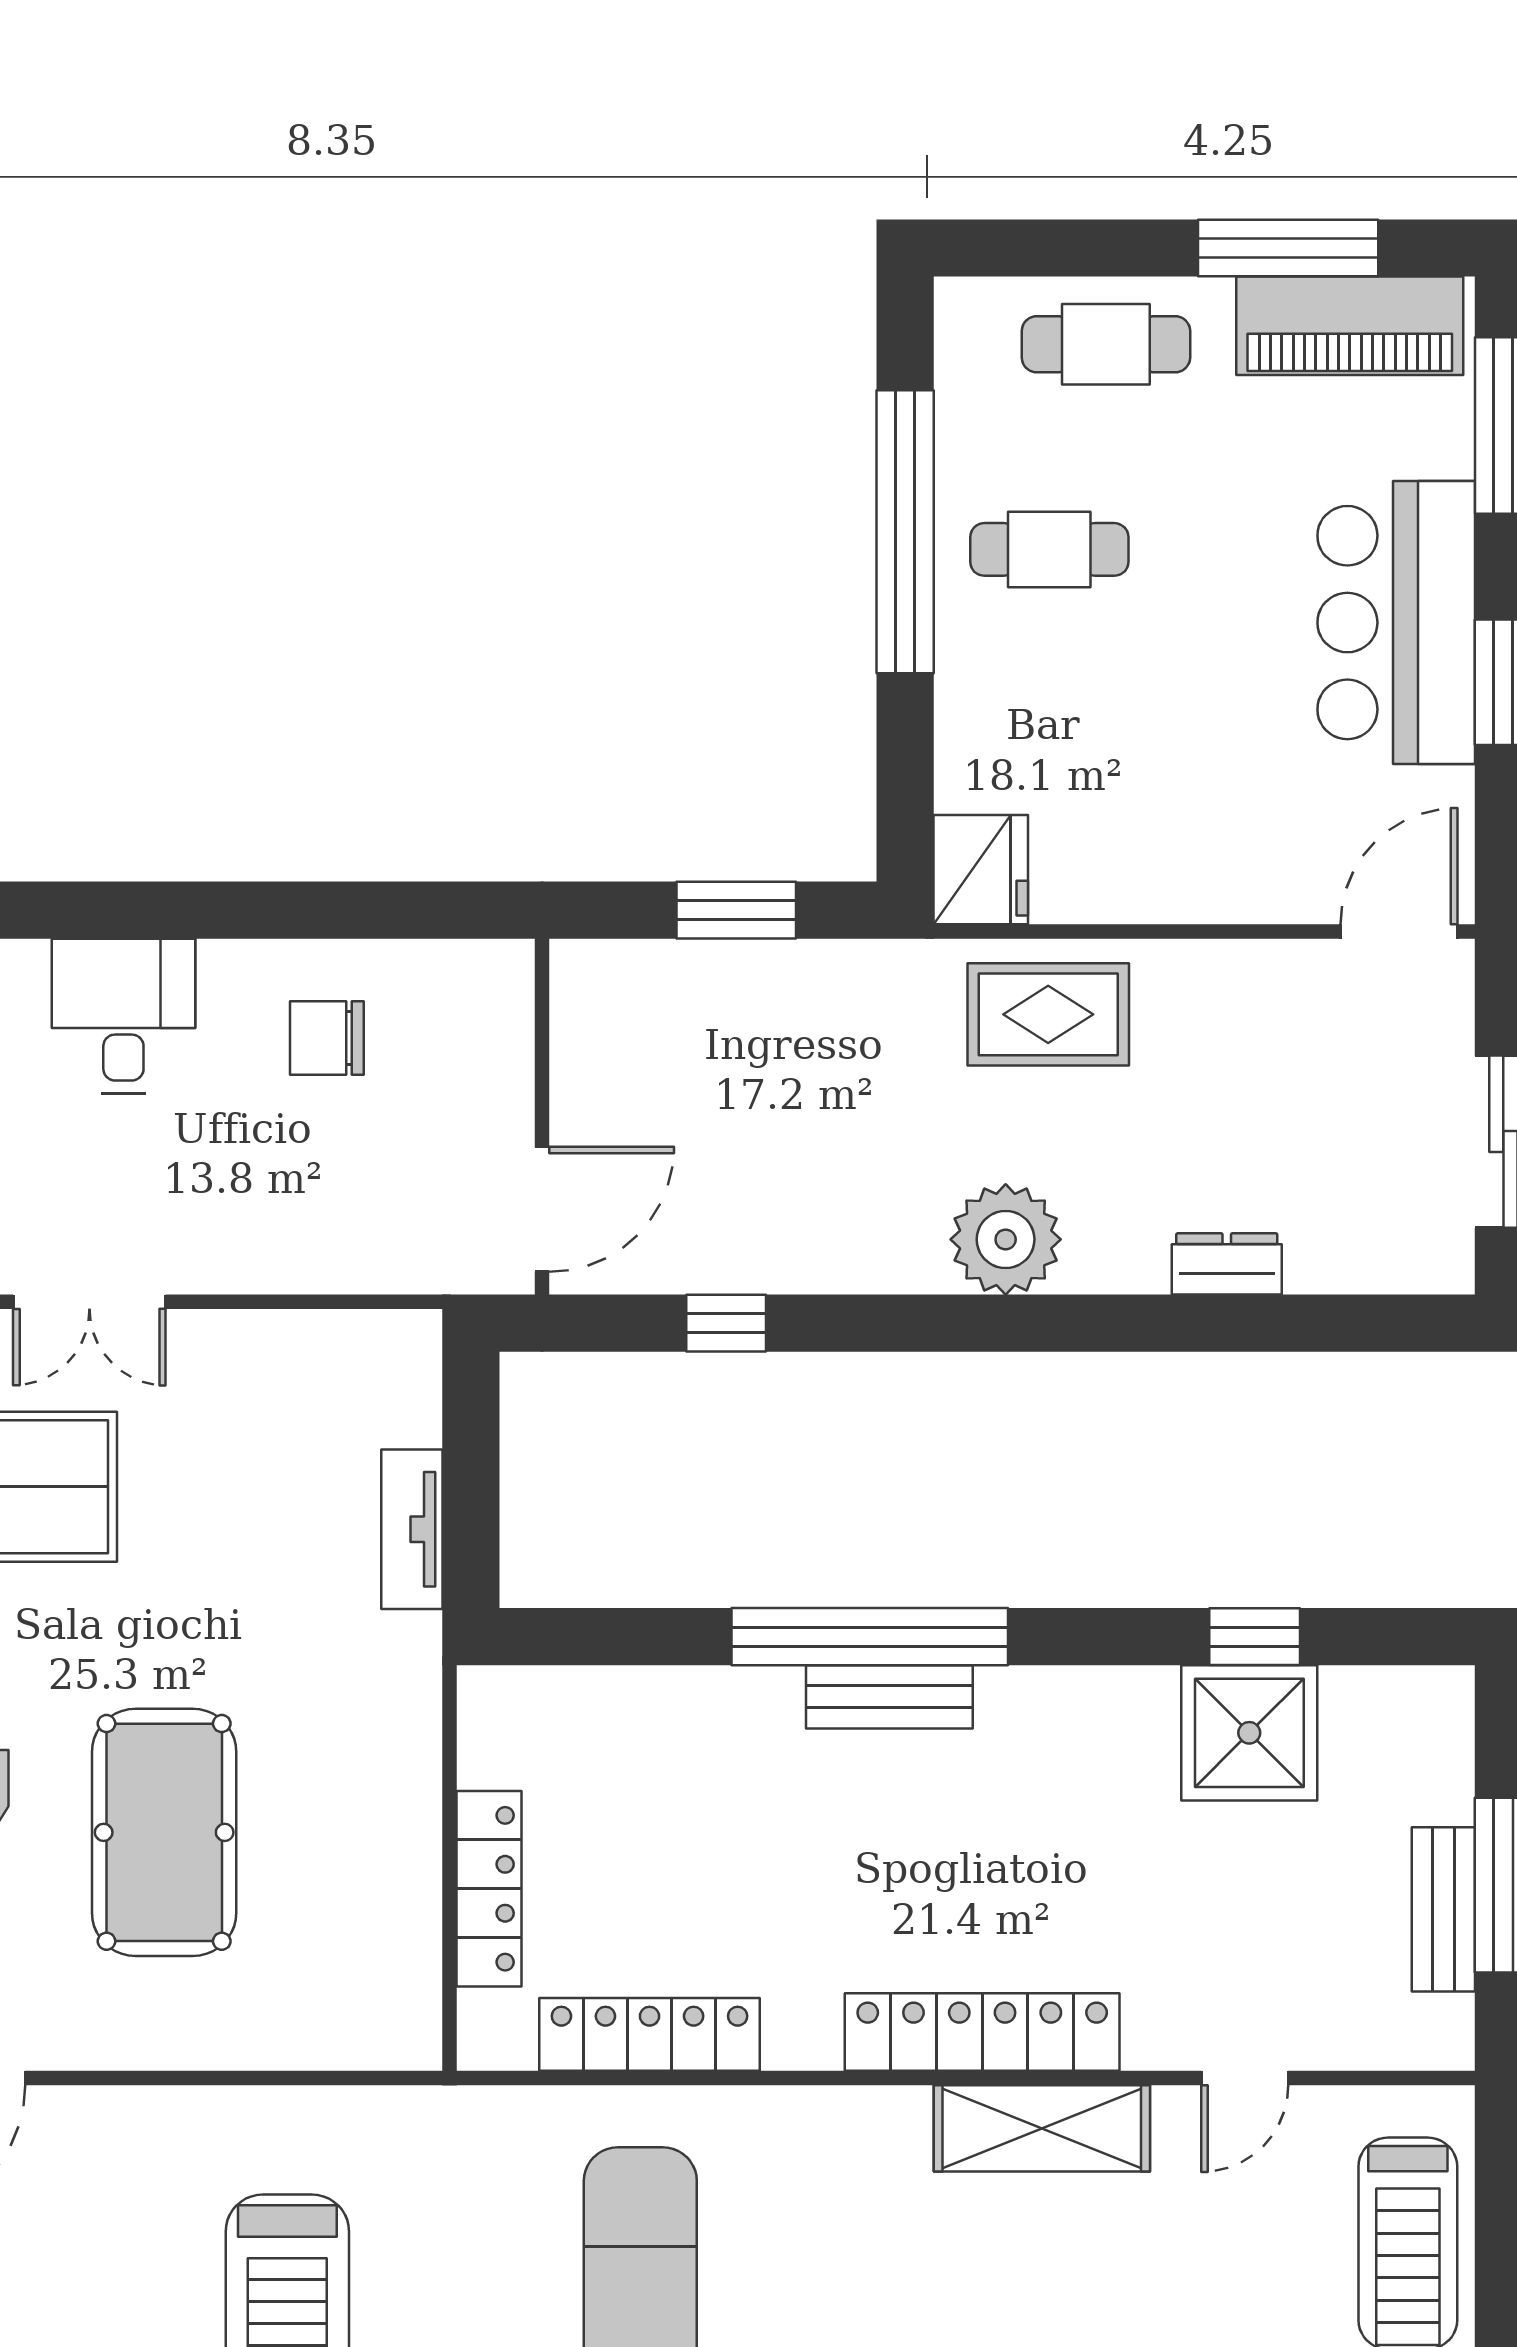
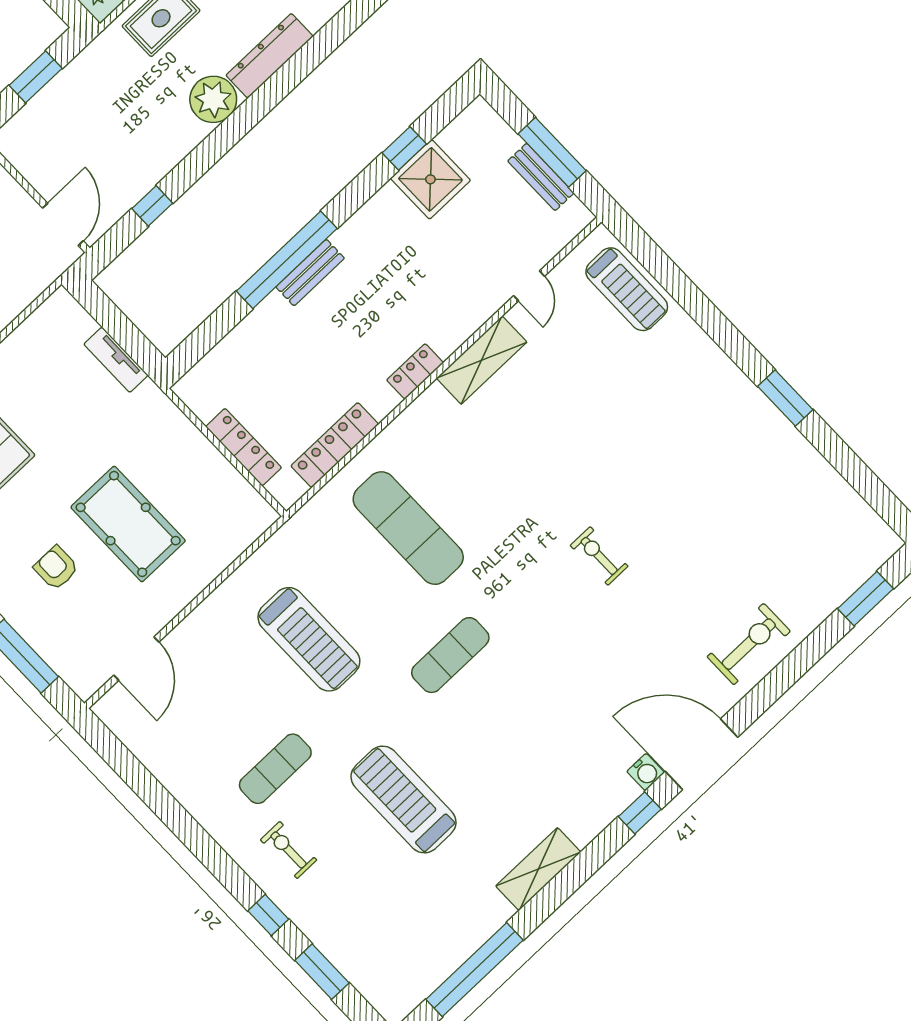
dresser: (1227, 1264) -> (270, 56), width x1.96, depth x1.24
locker: (982, 2032) -> (415, 371), width x0.46, depth x0.83

